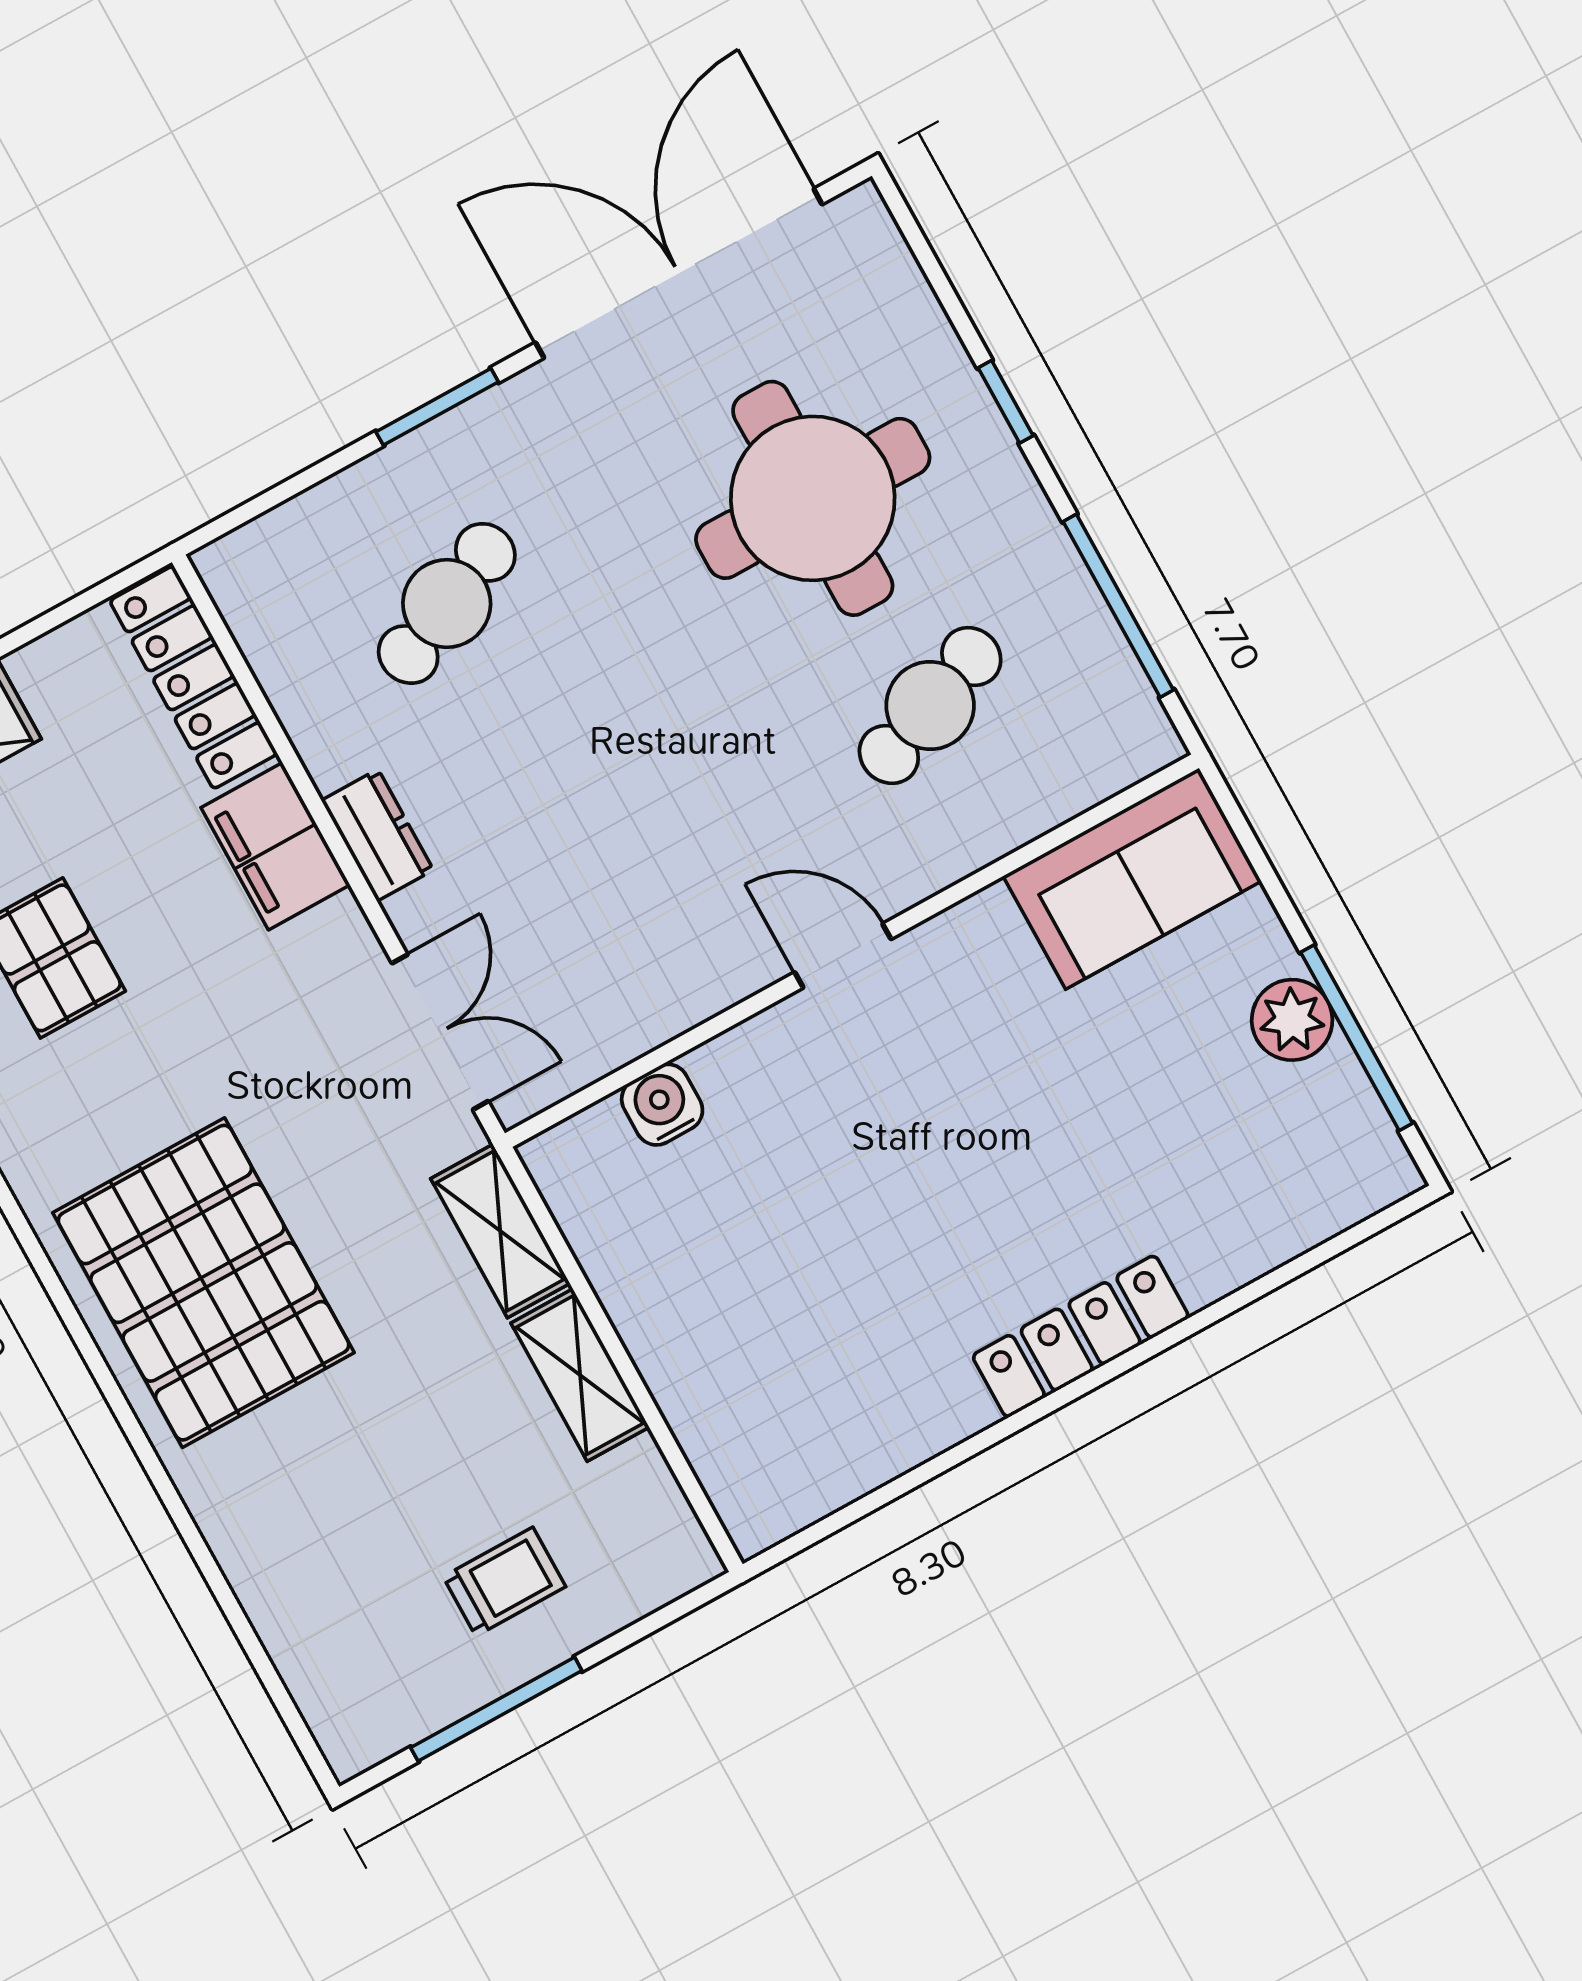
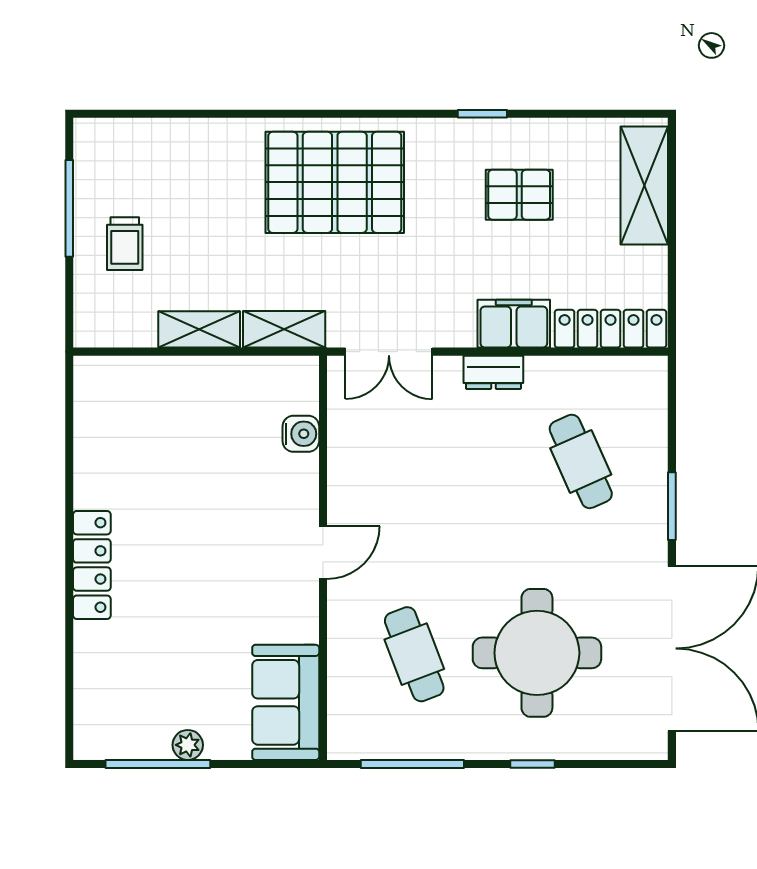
plant: (1292, 1020) -> (188, 745), width x0.73, depth x0.73

